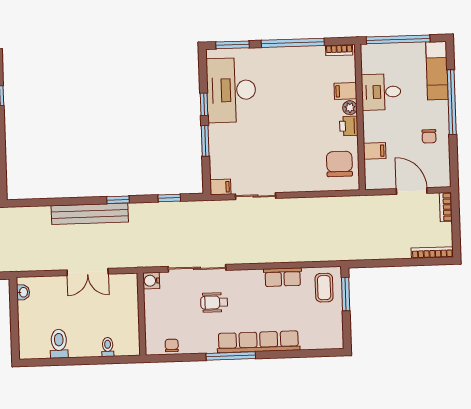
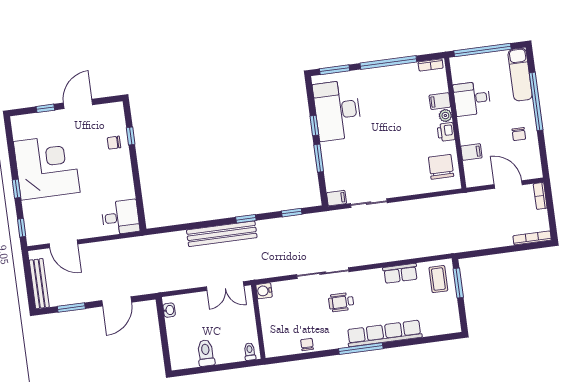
water cooler: (151, 281) -> (264, 291), moved
wall: (142, 314) -> (258, 322), moved

